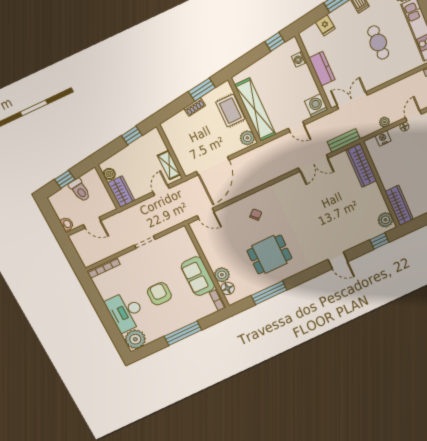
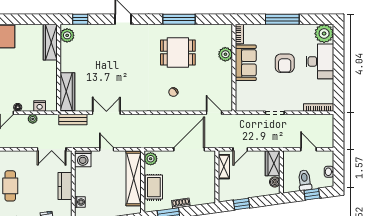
washbasin: (67, 224) -> (329, 172), moved
floor lamp: (228, 288) -> (226, 40), removed
window: (269, 293) -> (179, 19), moved

